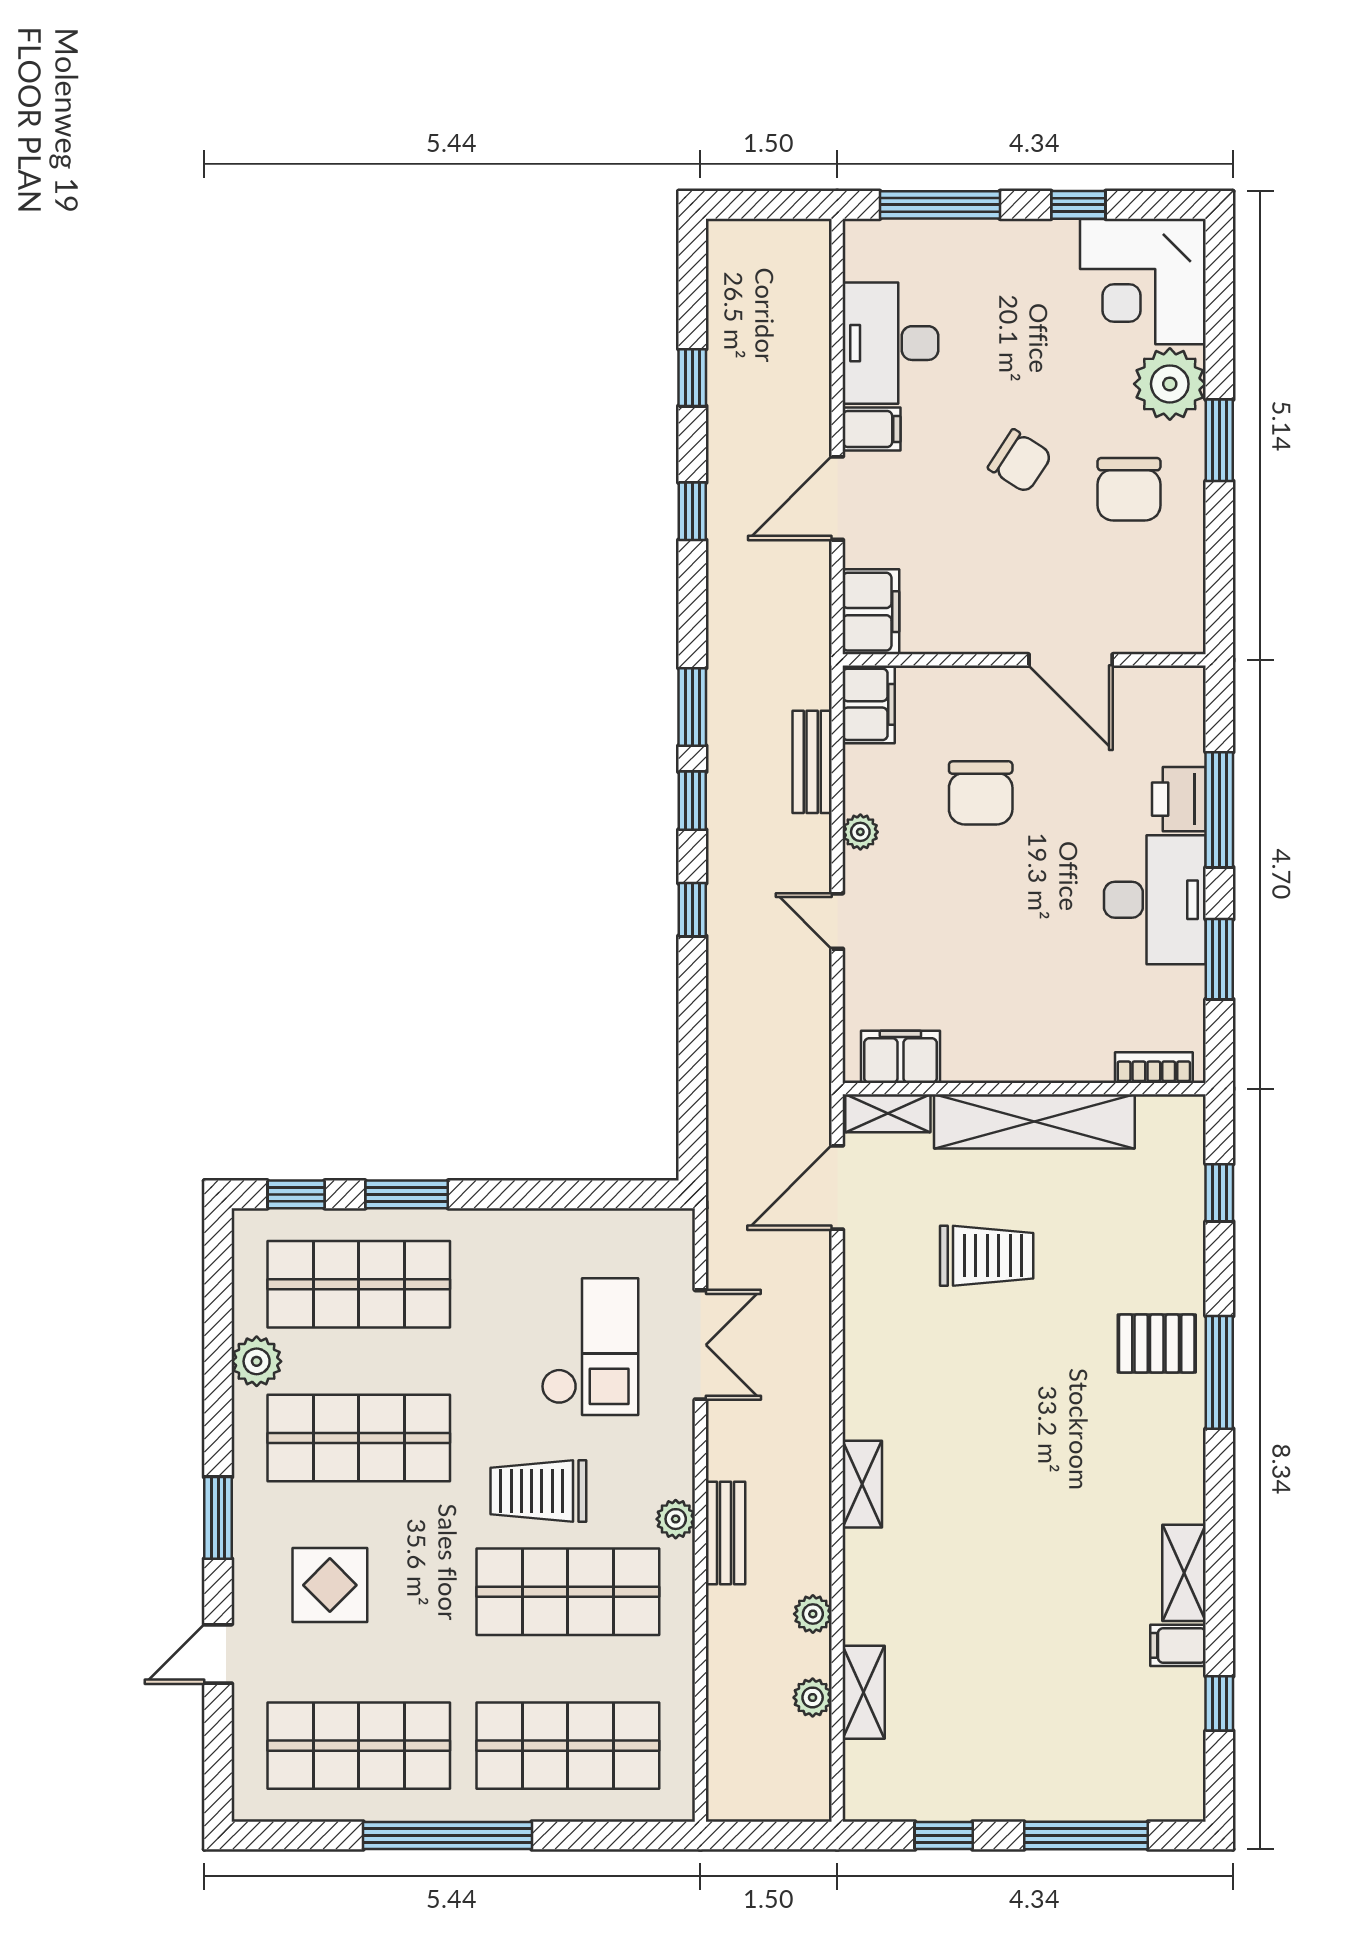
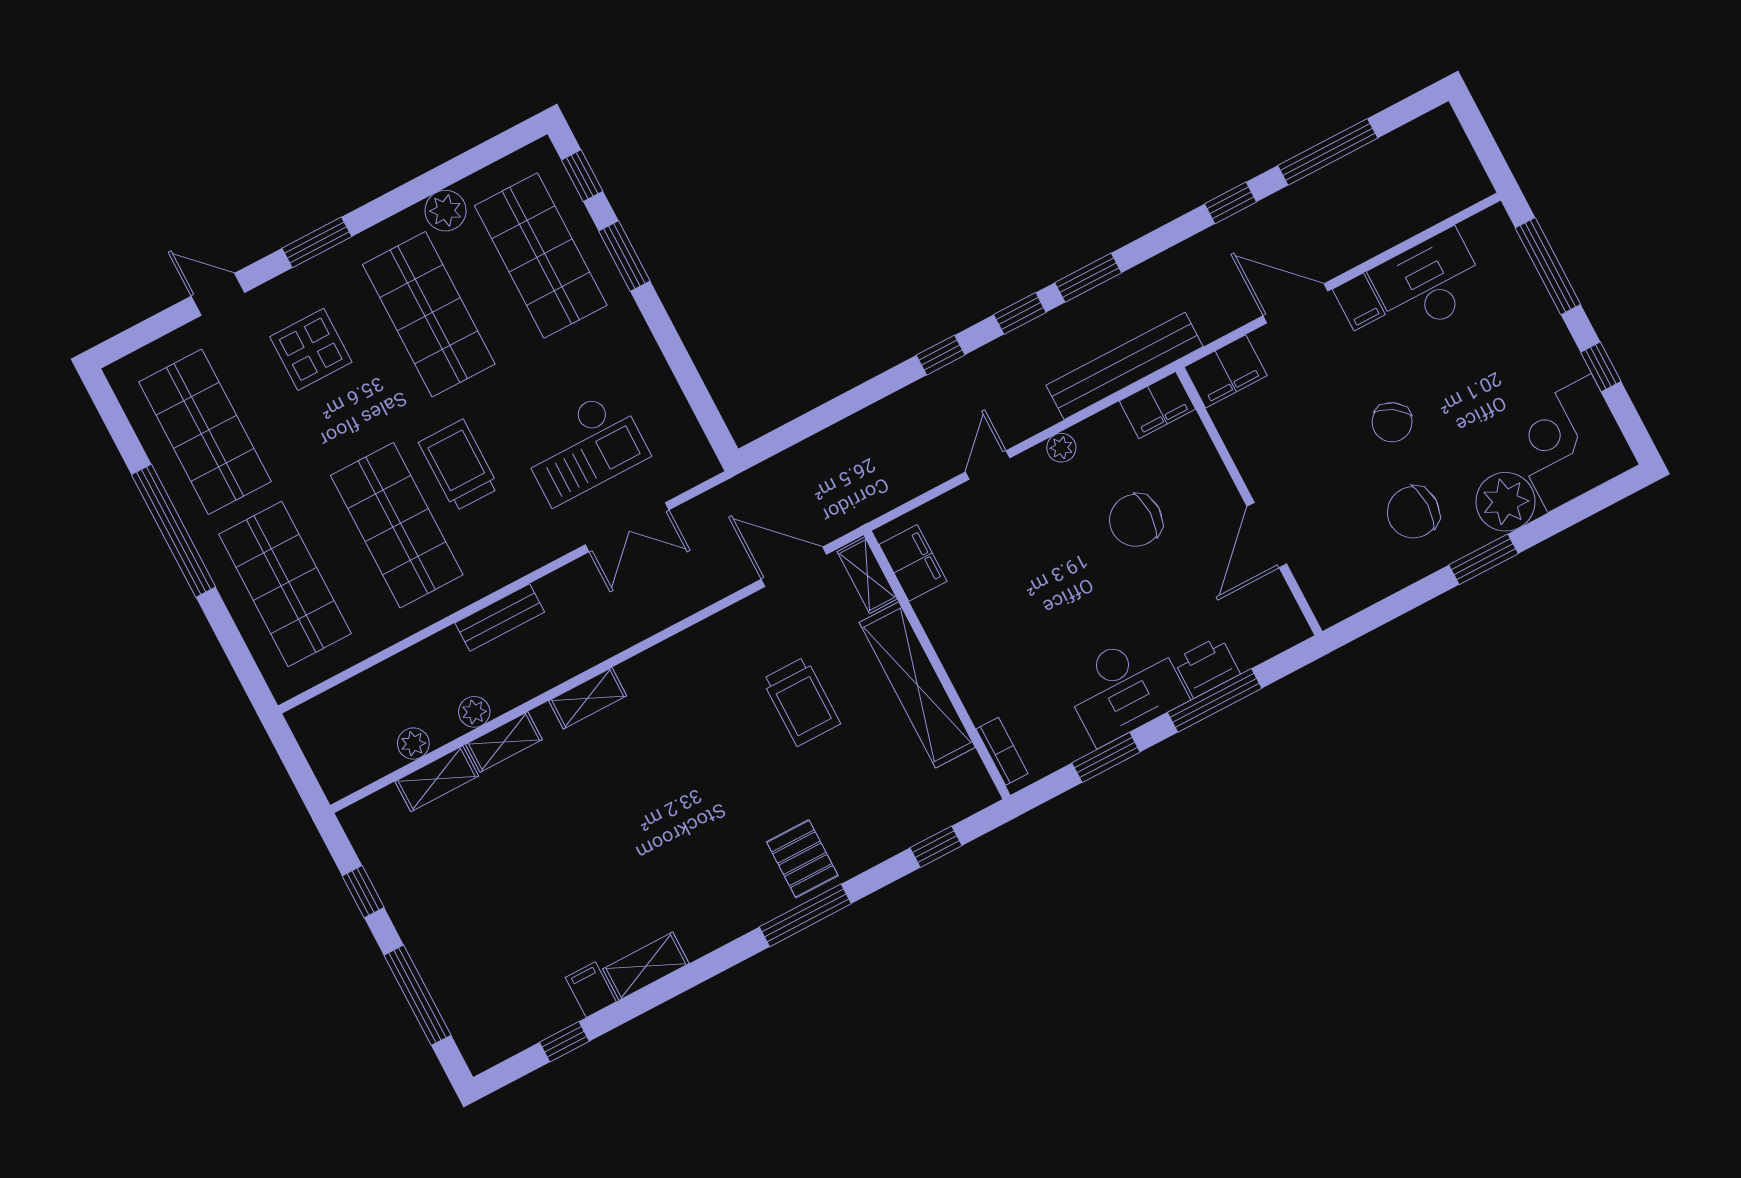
window: (692, 378) -> (1328, 152), width x2.17
bench: (812, 762) -> (1125, 366), width x1.86, depth x1.21
plant: (676, 1519) -> (491, 576), removed
shelving: (862, 1599) -> (504, 742), added

